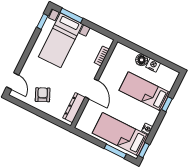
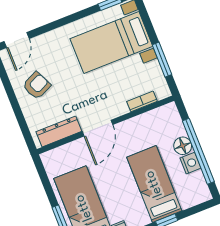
window: (71, 15) -> (162, 60), moved
window: (152, 56) -> (198, 151), added

